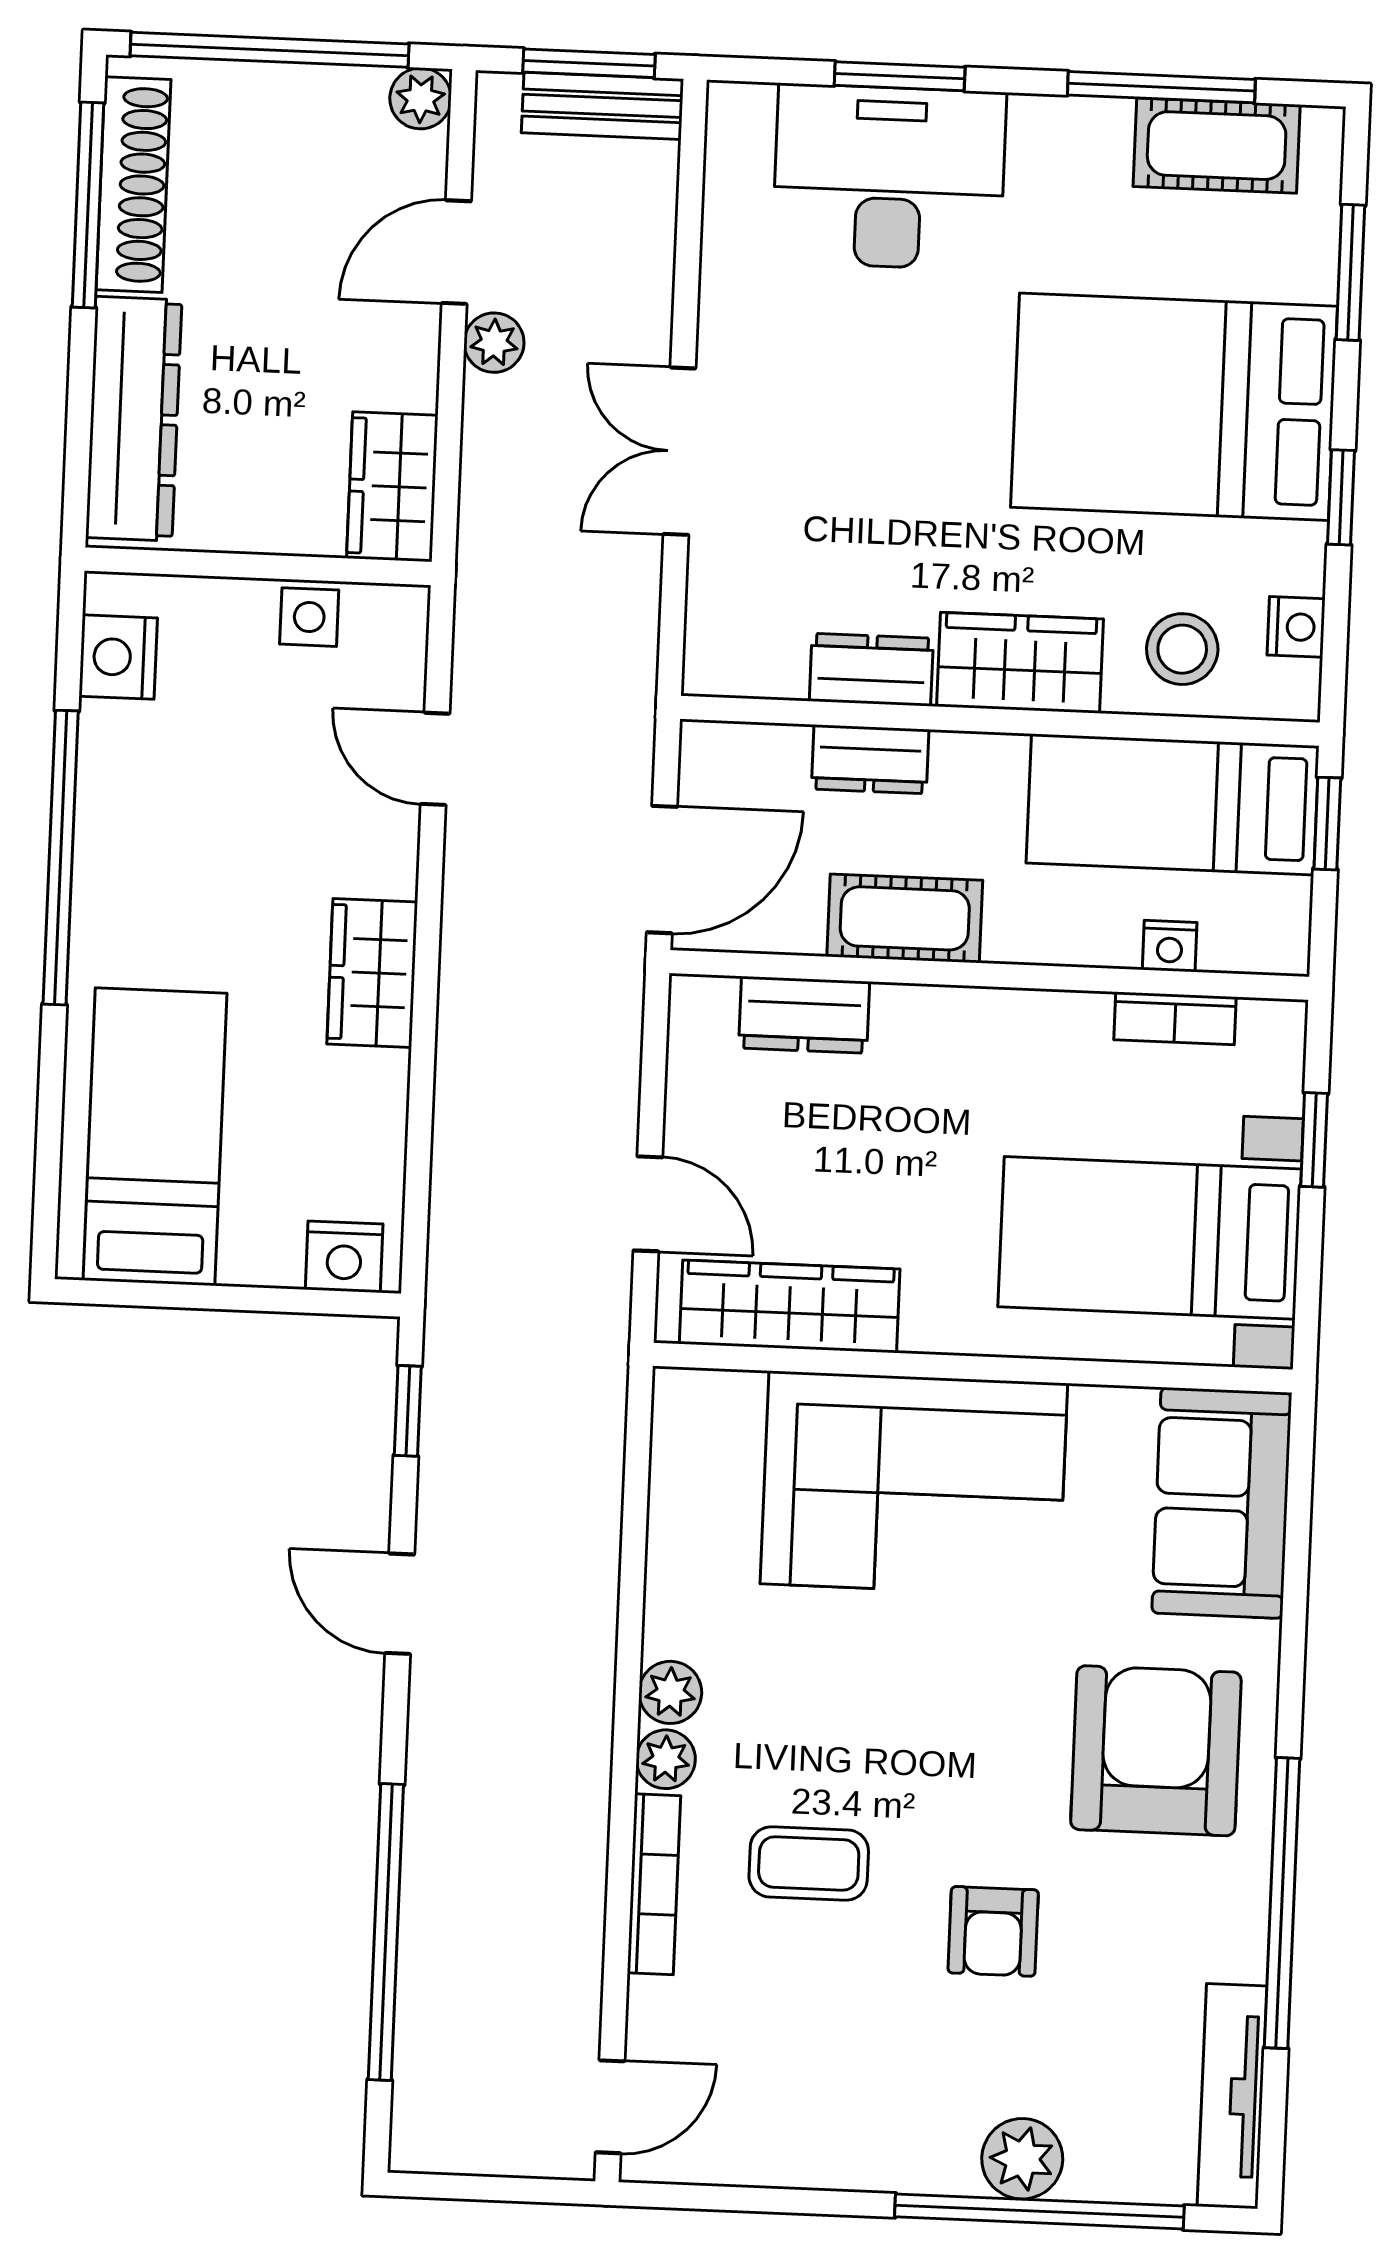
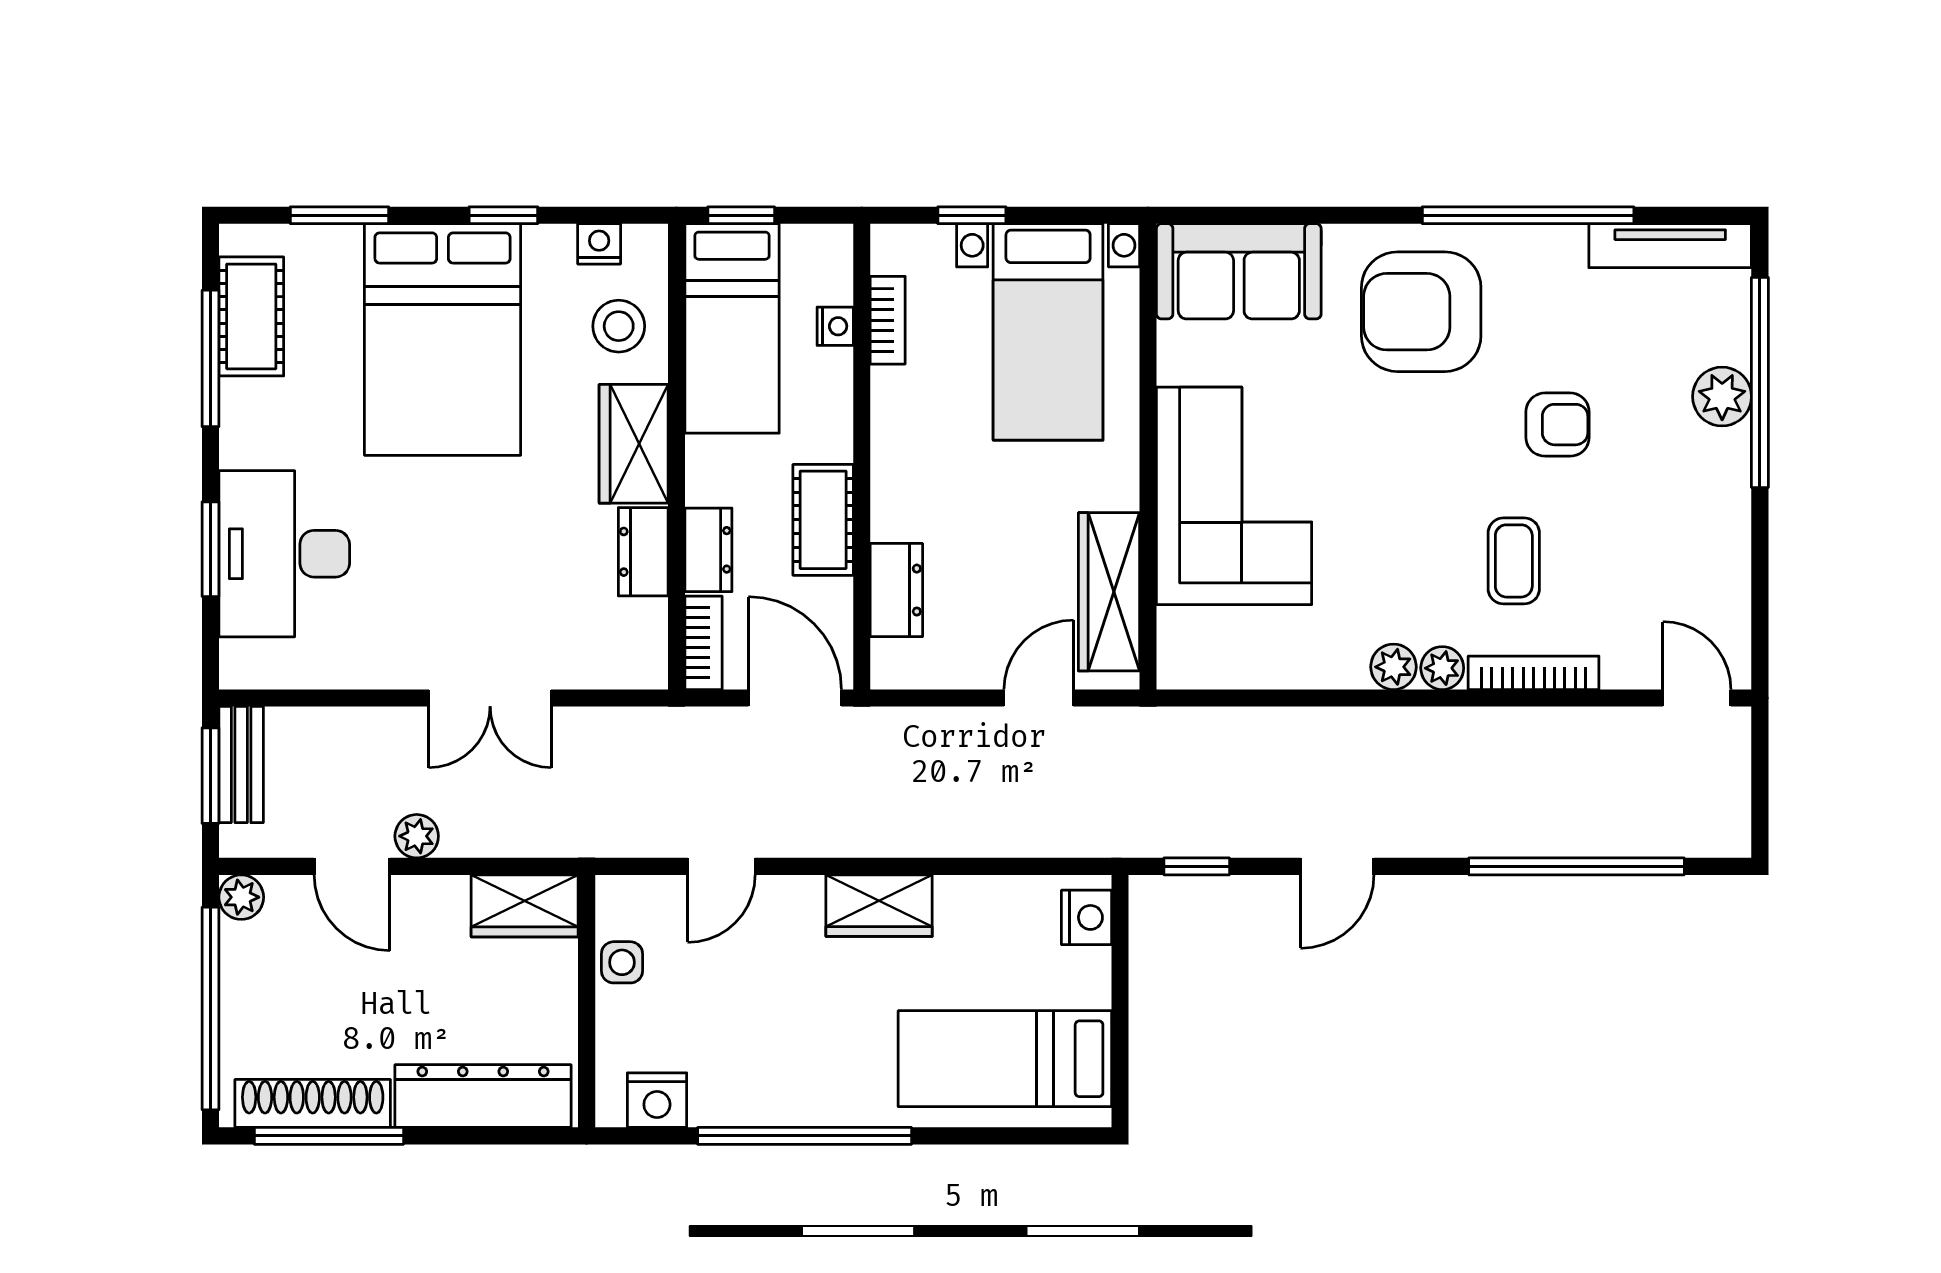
bookcase: (743, 747) -> (704, 643), added

